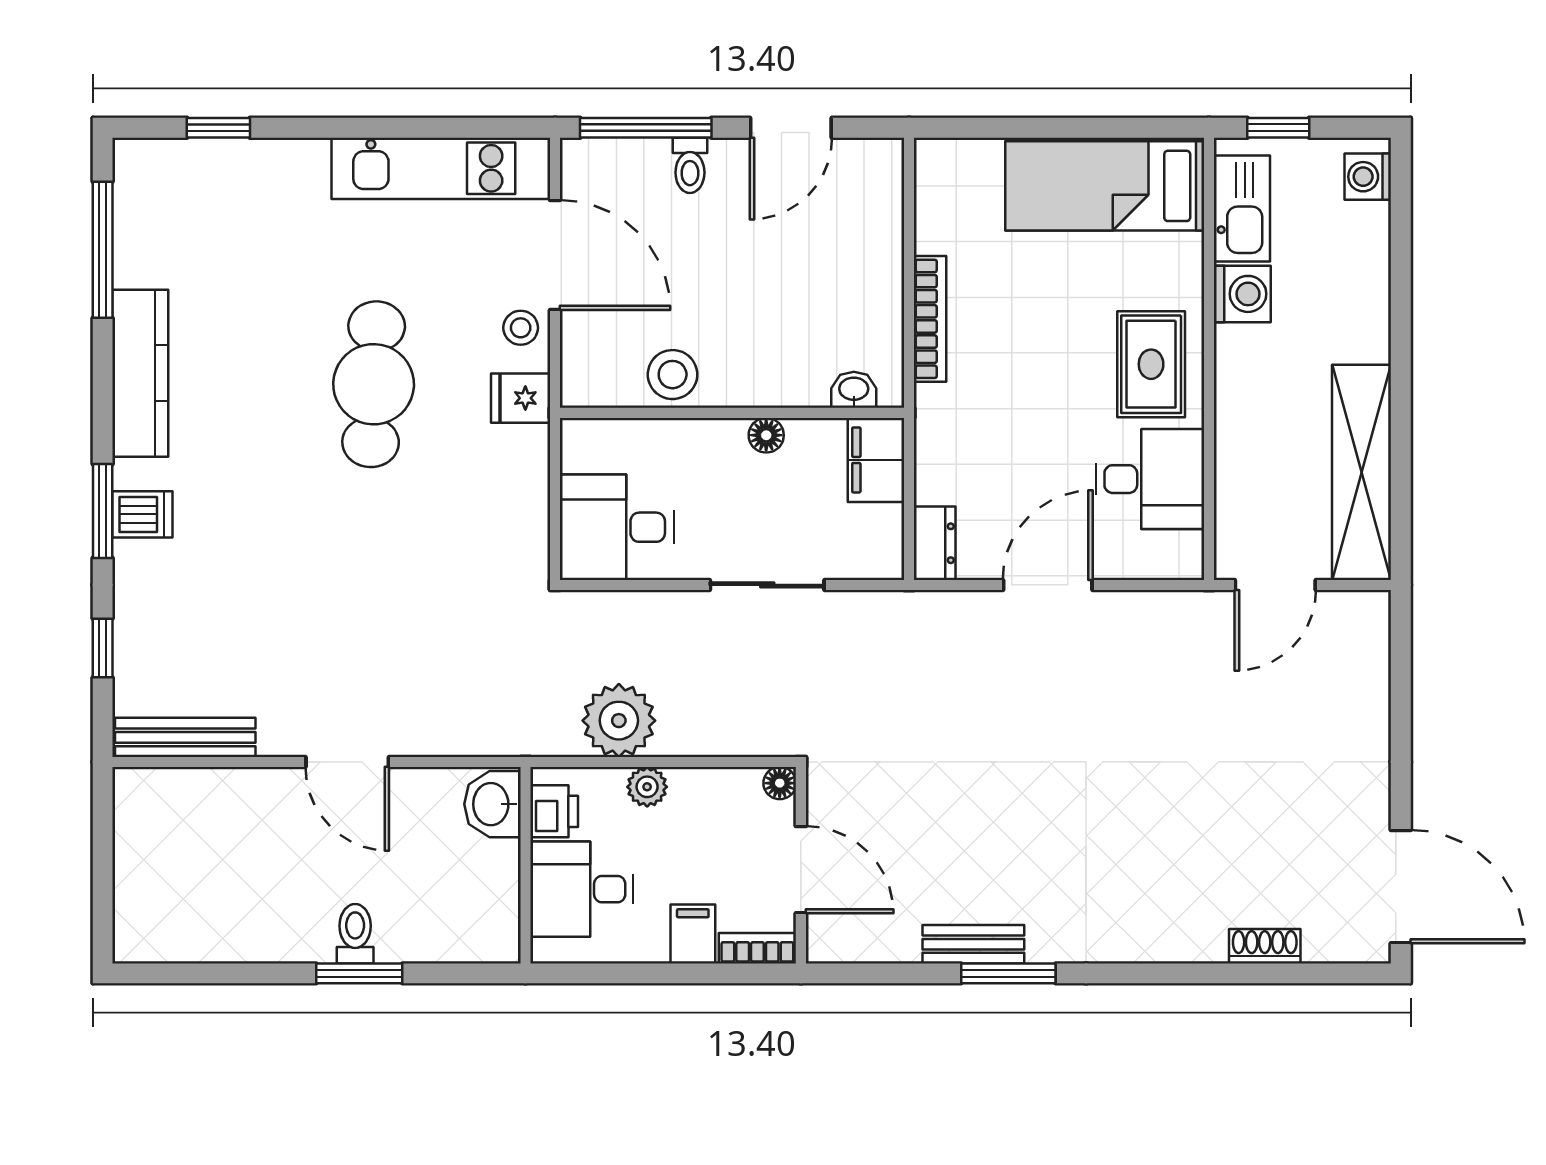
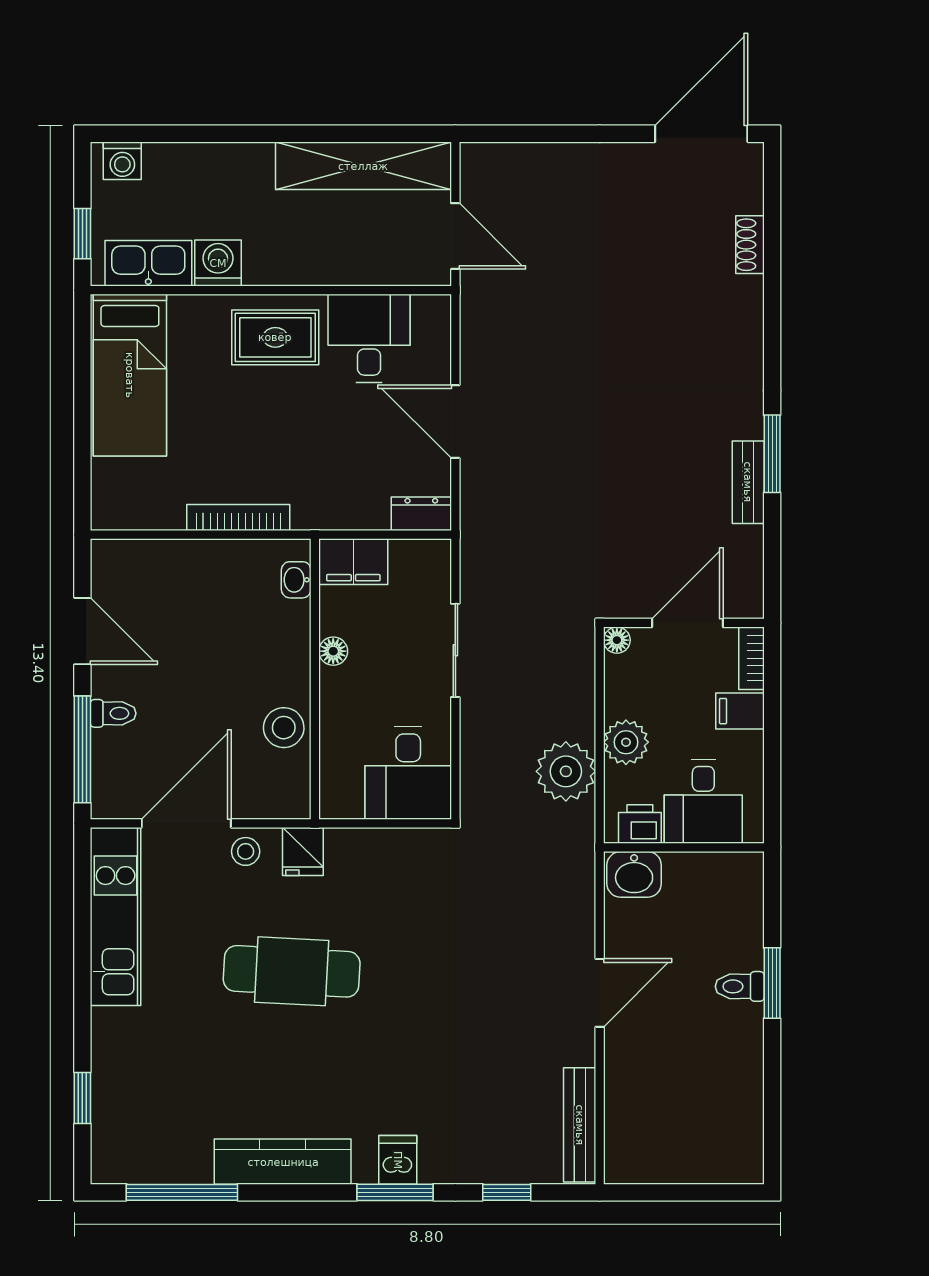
plant: (647, 787) -> (626, 742), width x1.38, depth x1.38

